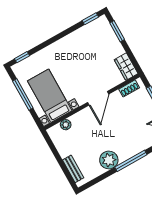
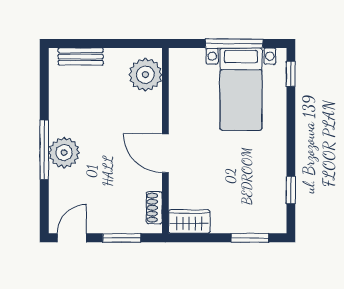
window: (90, 19) -> (291, 190), moved
bed with nightstands: (50, 96) -> (241, 89), moved, turned 90
plant: (66, 125) -> (145, 75), width x1.88, depth x1.88
plant: (109, 160) -> (64, 153), moved

